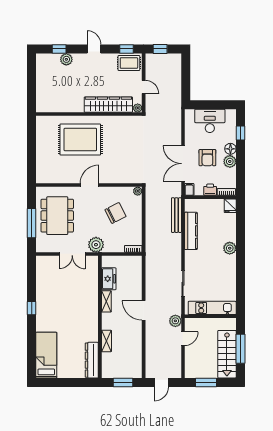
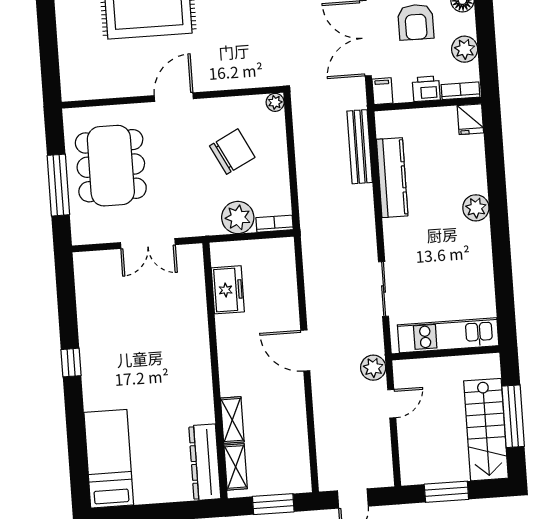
plant: (230, 161) -> (465, 49), moved
plant: (96, 245) -> (238, 218), moved
shelving: (106, 301) -> (236, 467), moved

